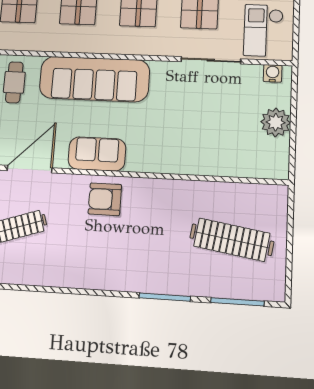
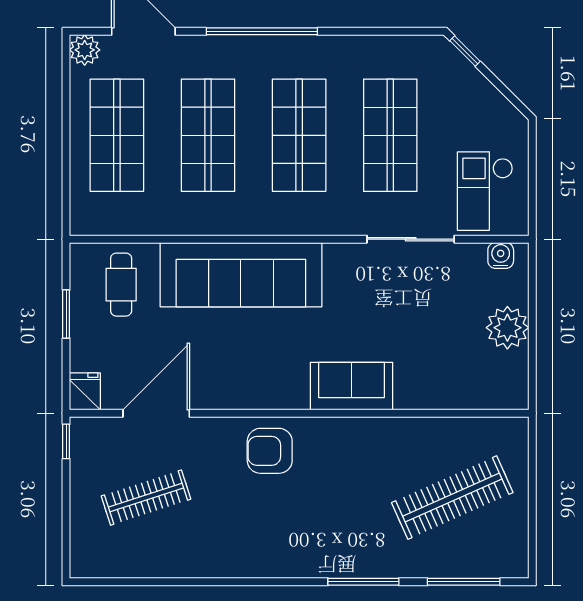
sofa: (97, 154) -> (351, 386), moved
clothes rail: (232, 240) -> (452, 498), turned -33

